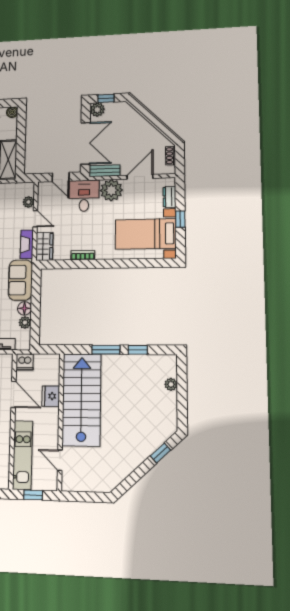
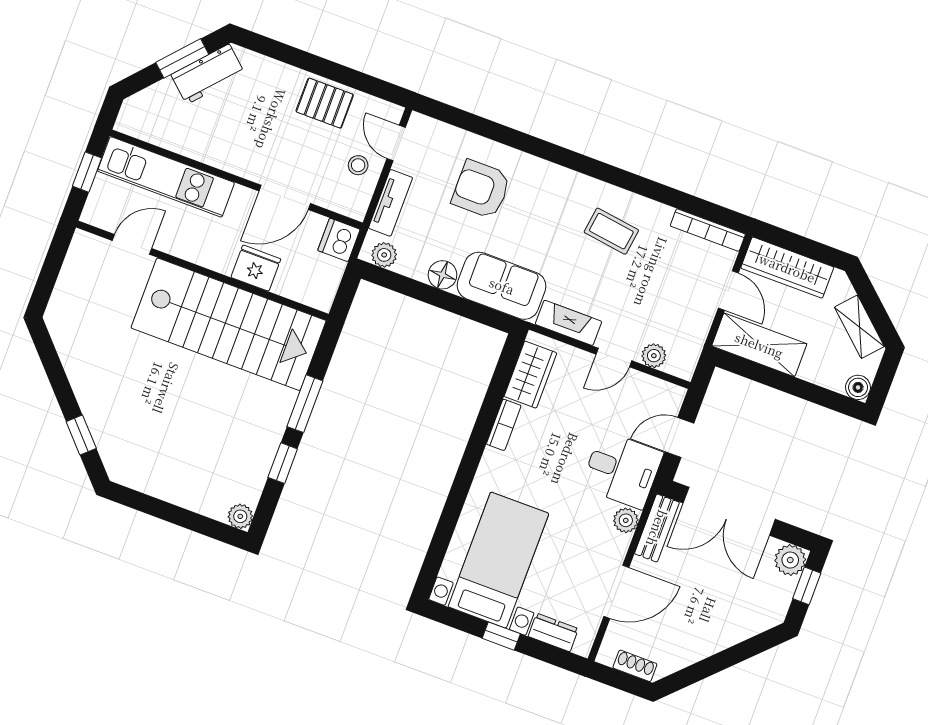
door: (140, 177) -> (616, 592), hinge flipped
plant: (111, 190) -> (626, 520), width x0.53, depth x0.53
wardrobe: (44, 246) -> (530, 375), moved, turned -90
plant: (25, 323) -> (384, 255), moved
plant: (171, 384) -> (240, 516), moved

